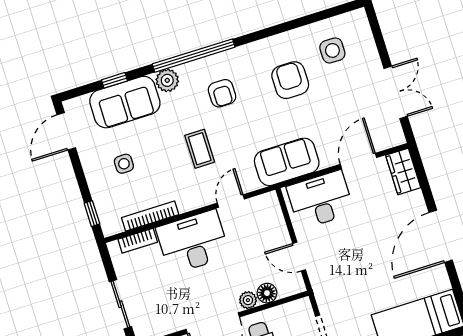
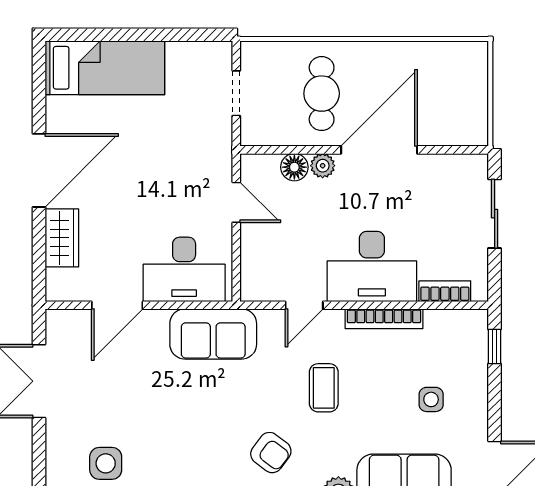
armchair: (290, 80) -> (174, 442), removed
armchair: (222, 93) -> (271, 453), turned 127
wardrobe: (403, 171) -> (62, 238), moved
bookcase: (150, 216) -> (384, 319), moved

